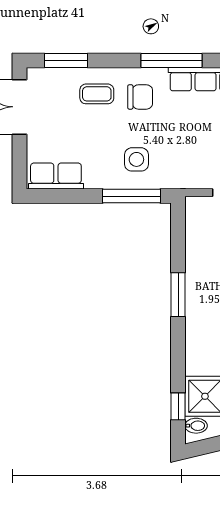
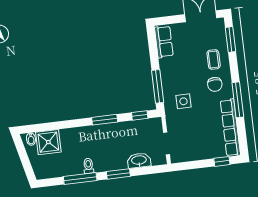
side table: (136, 159) -> (183, 101), moved
window: (178, 406) -> (140, 115), moved

